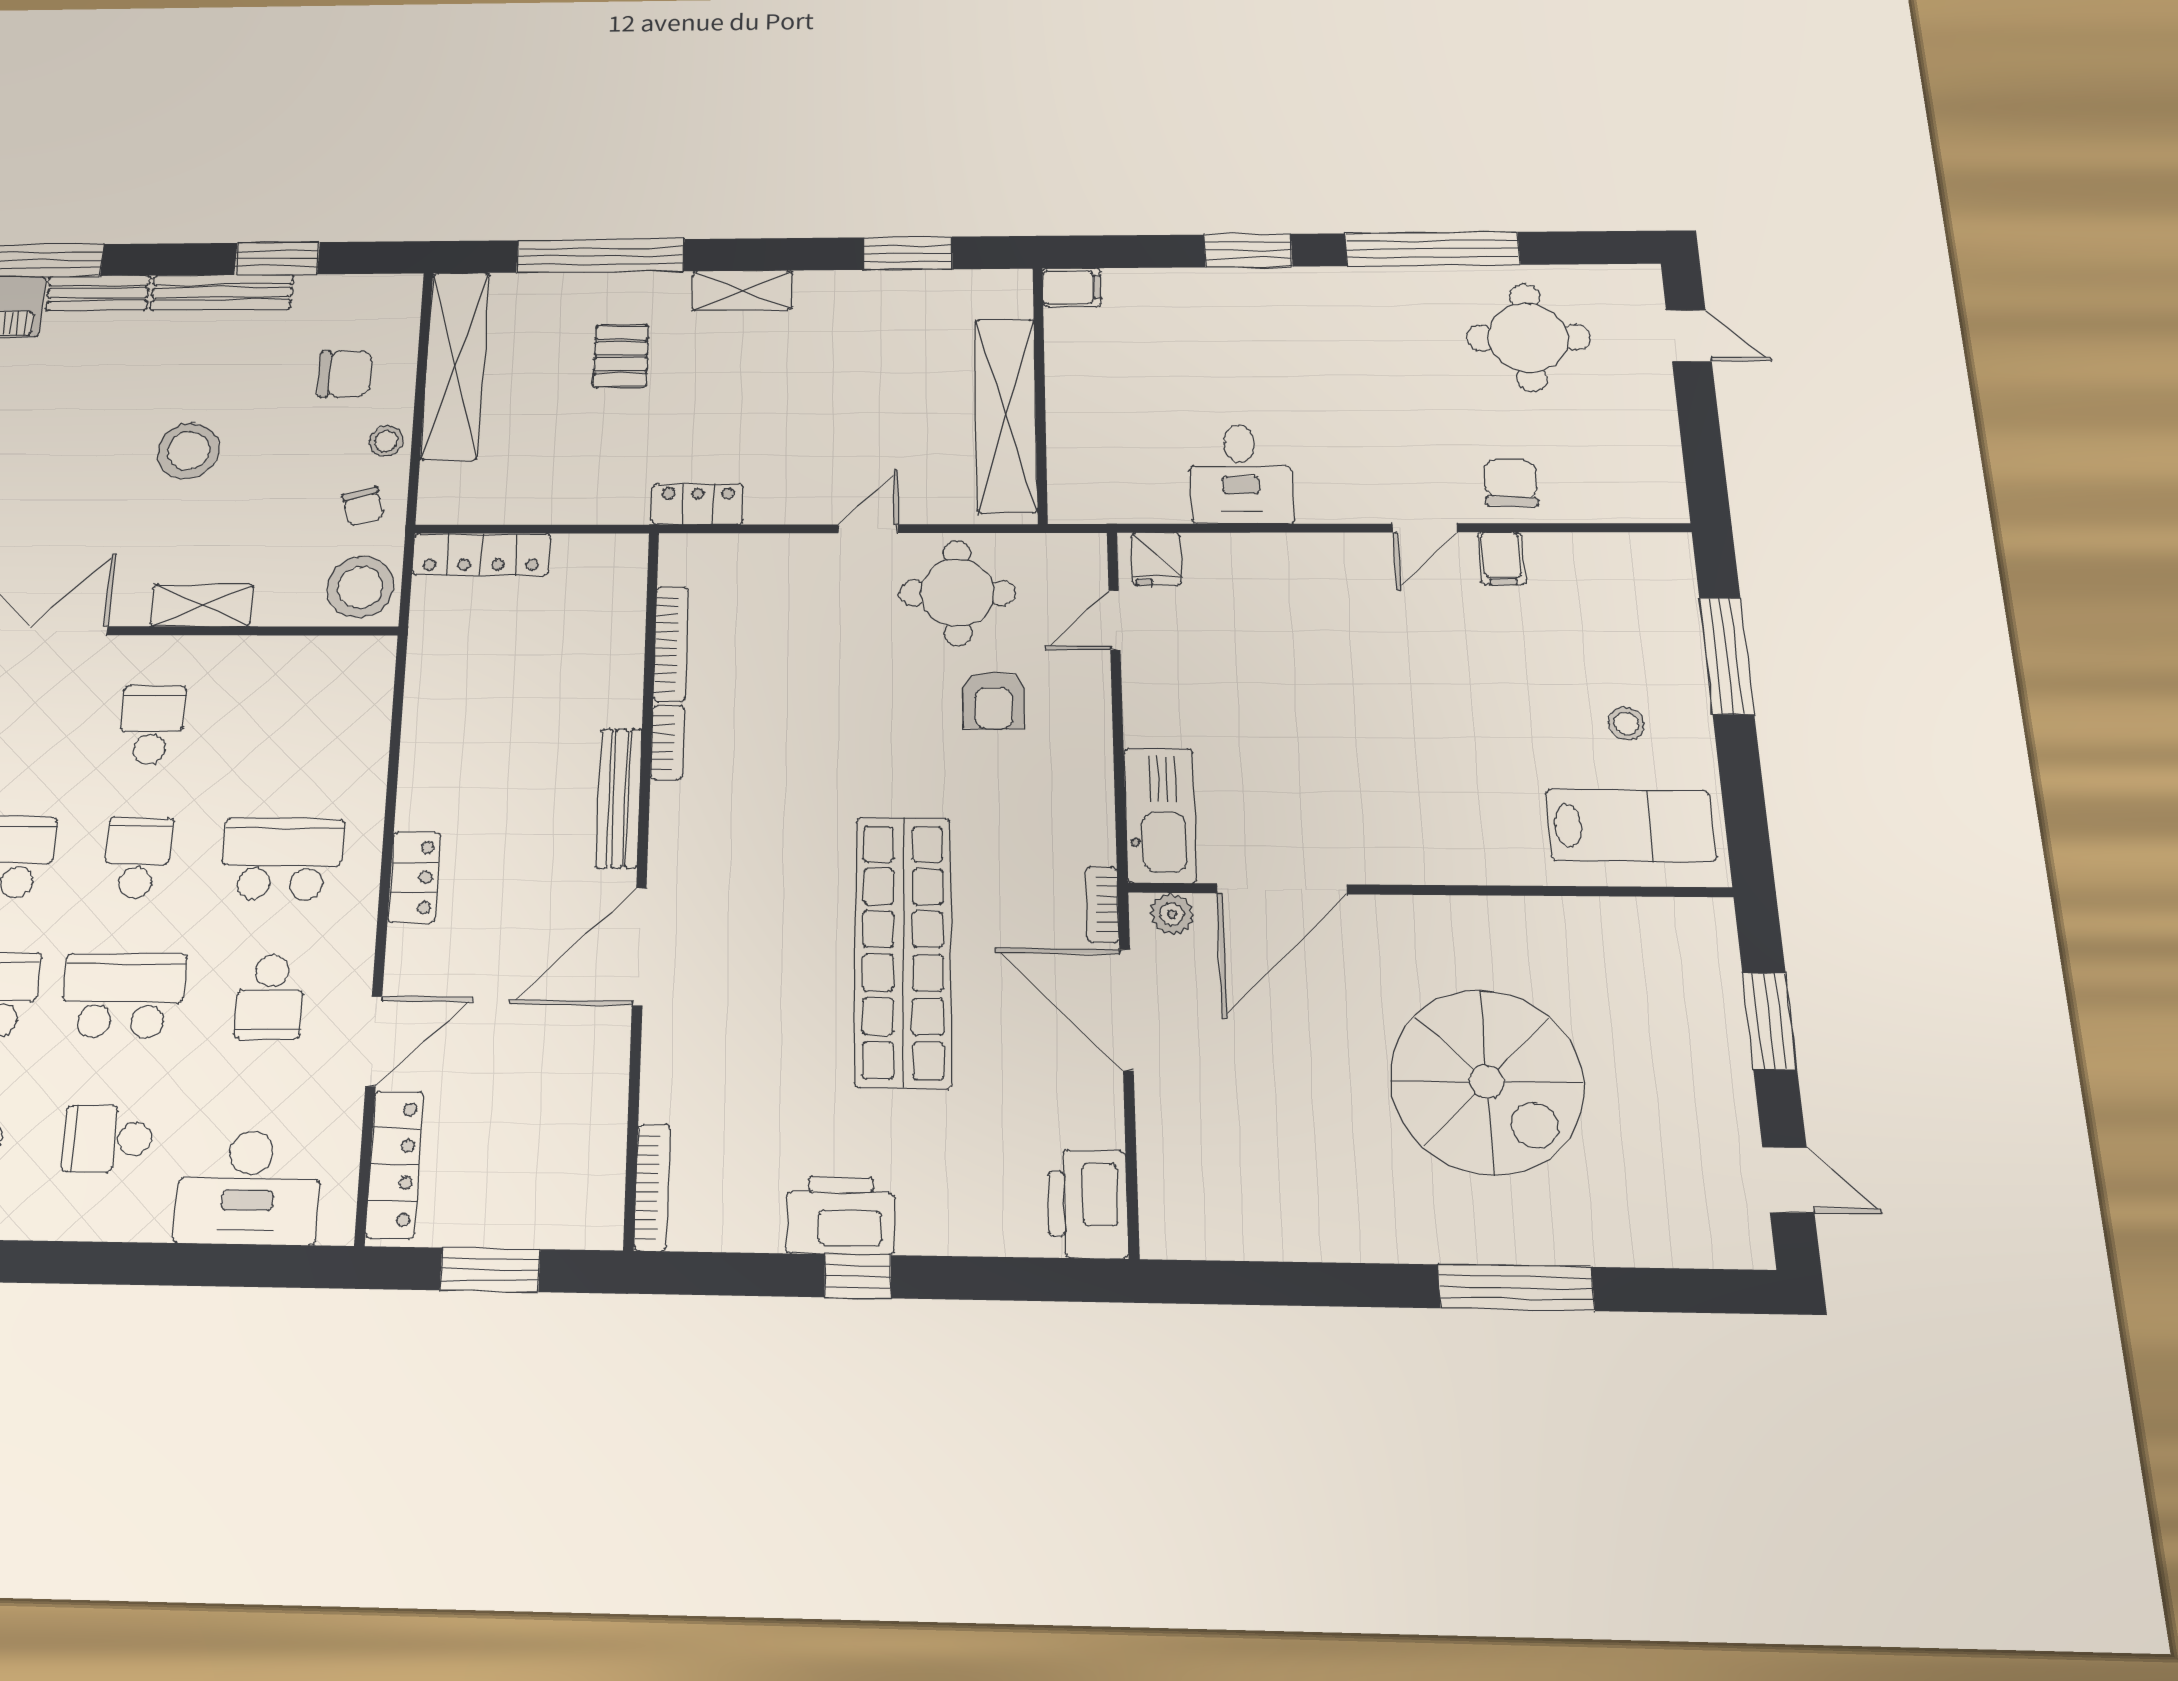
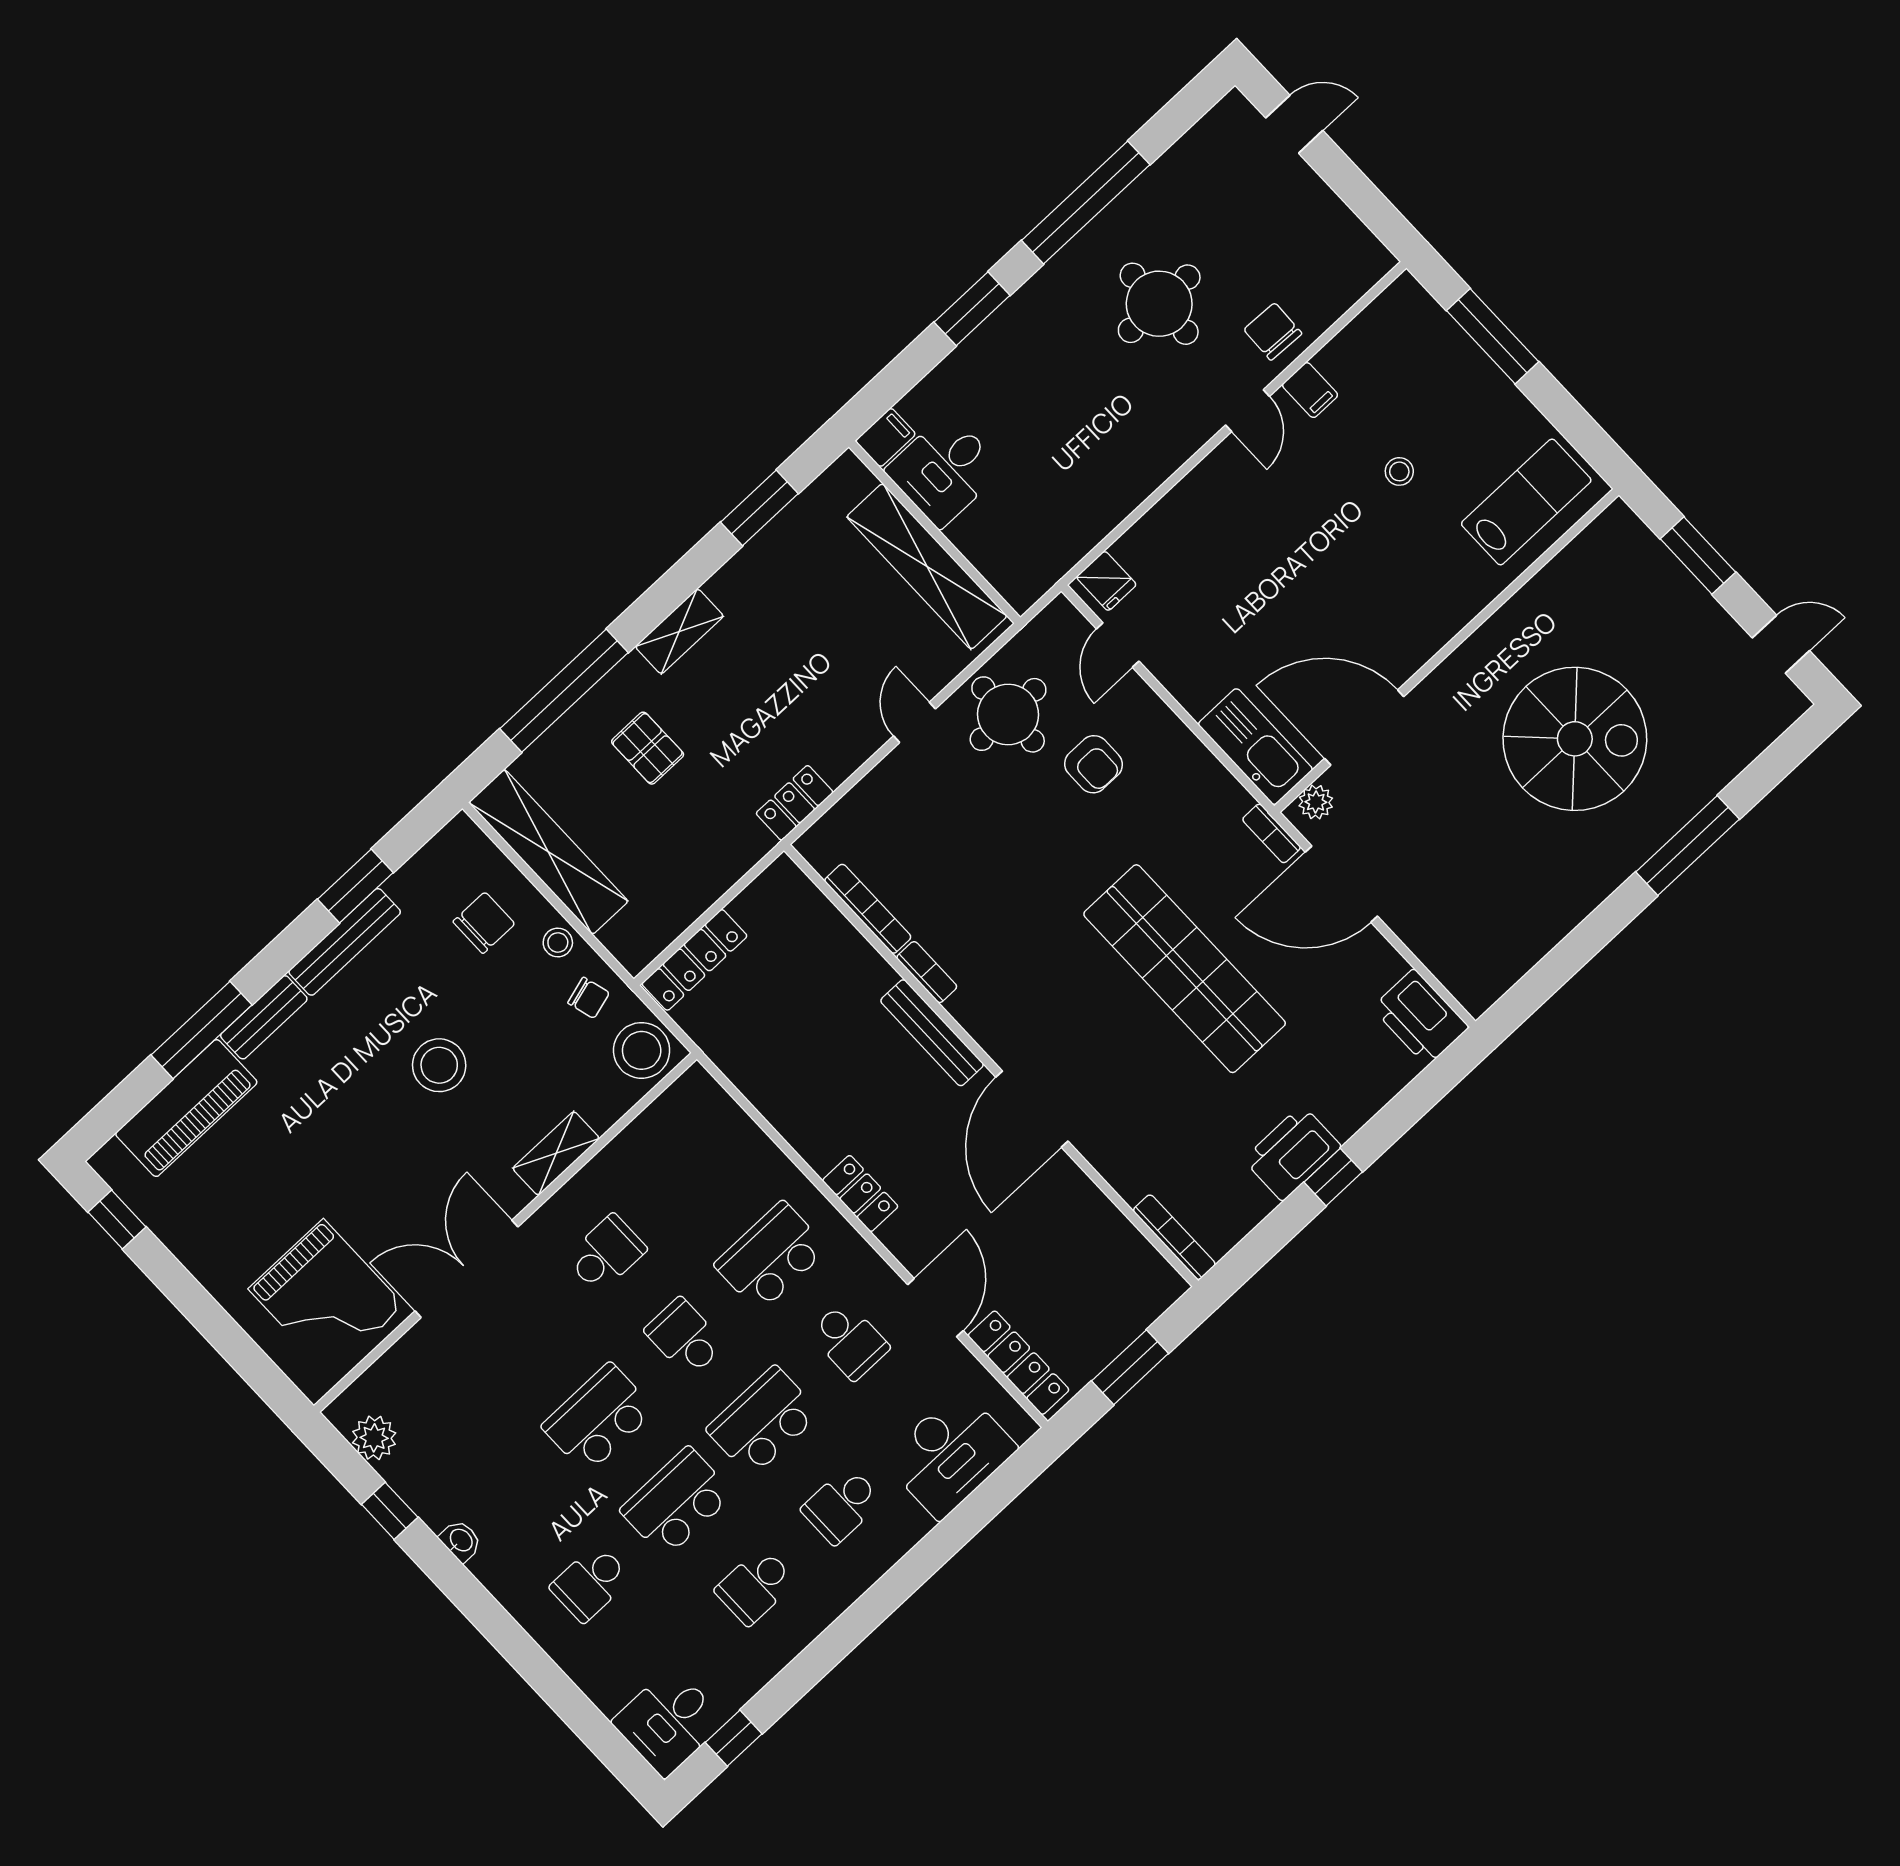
round table: (1528, 338) -> (1159, 304), moved
desk: (1241, 474) -> (944, 470), moved, turned 90
stool: (1626, 724) -> (1399, 471), moved
school desk: (152, 725) -> (606, 1254), turned 90
door: (1282, 889) -> (1364, 728), swing flipped

